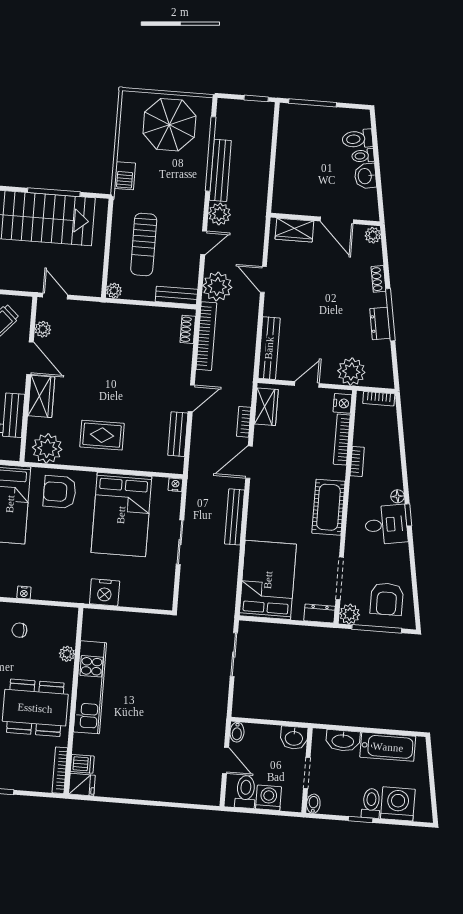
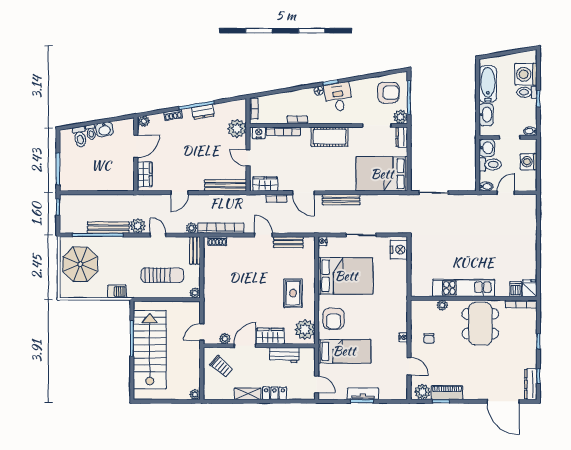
plant: (217, 286) -> (191, 228), width x0.53, depth x0.53
nightstand: (105, 592) -> (399, 250), moved
toilet: (246, 792) -> (490, 164), moved, turned 180

